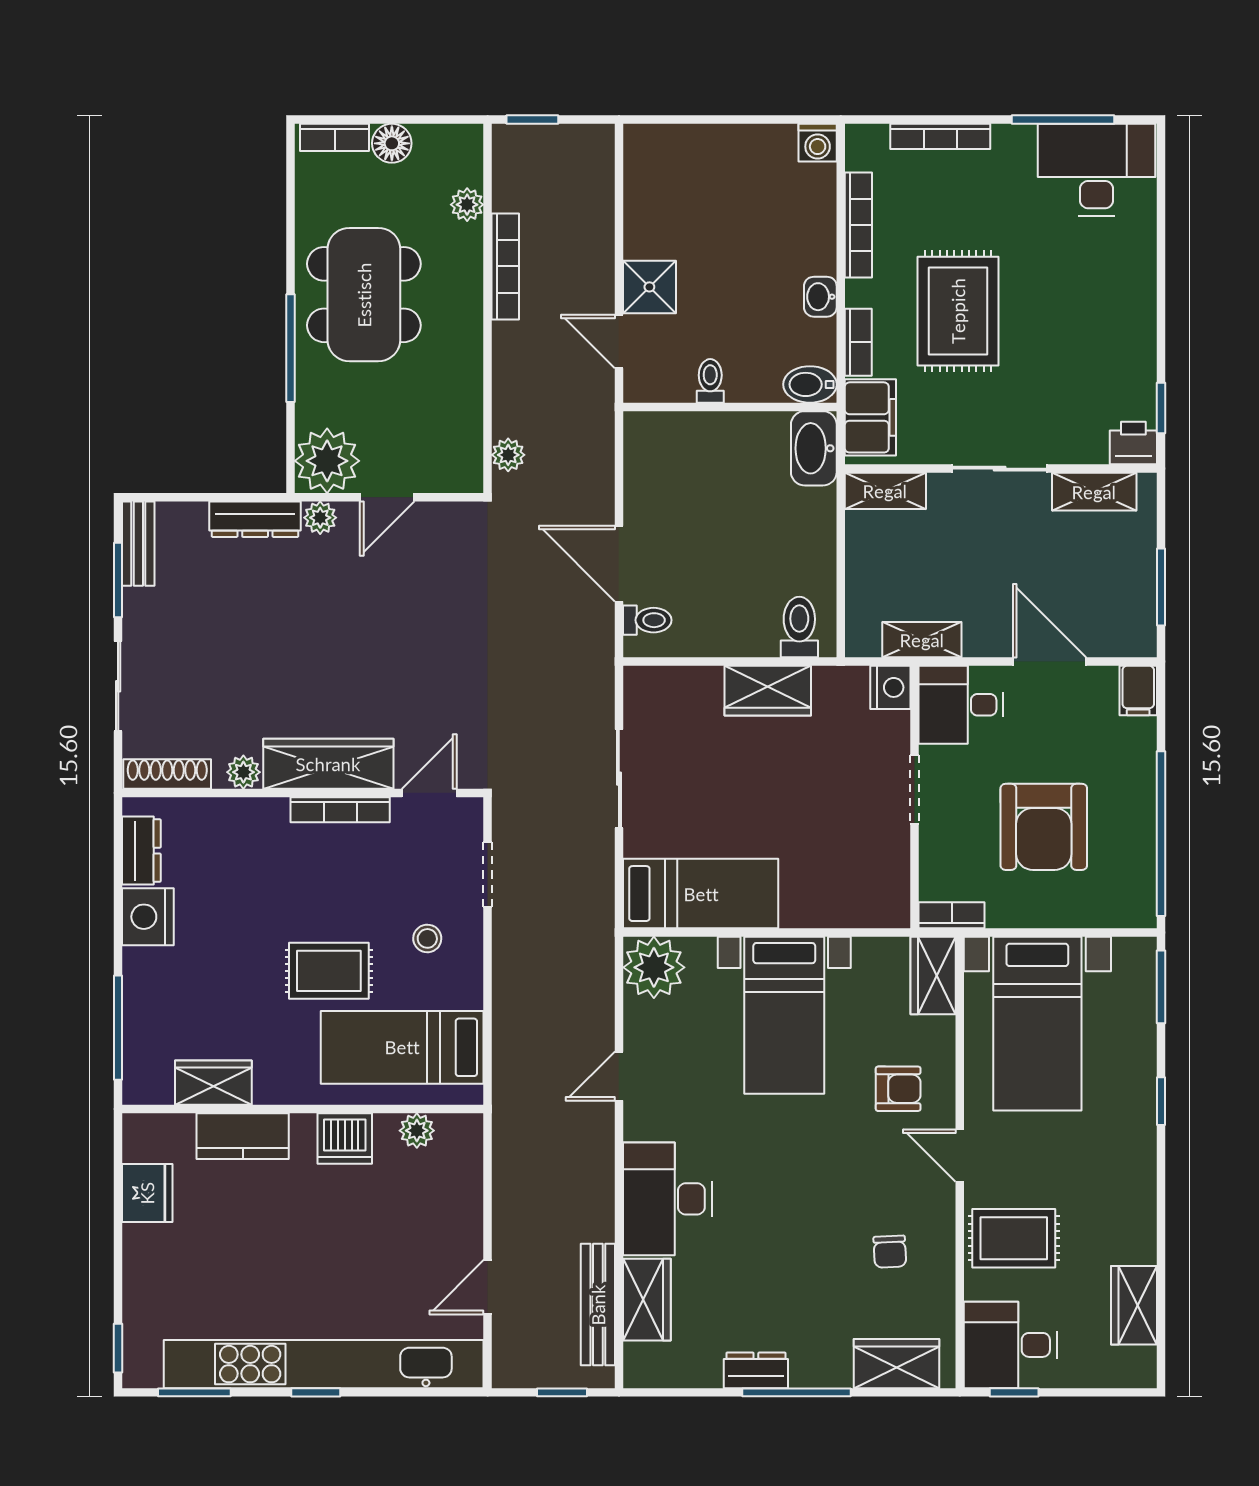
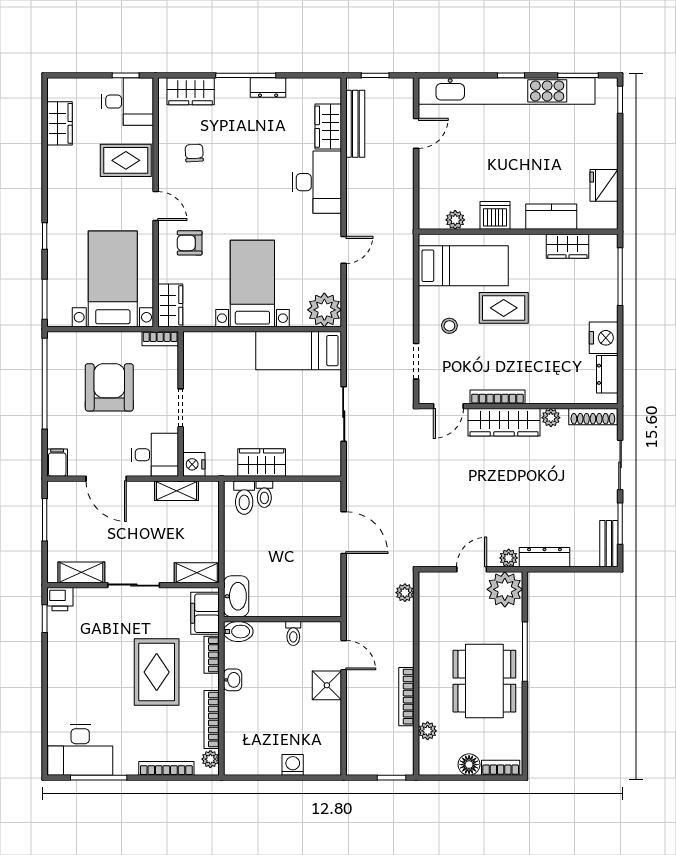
washing machine: (818, 143) -> (293, 765), moved
plant: (861, 153) -> (210, 759), added
toilet: (647, 620) -> (264, 494), moved, turned -90

